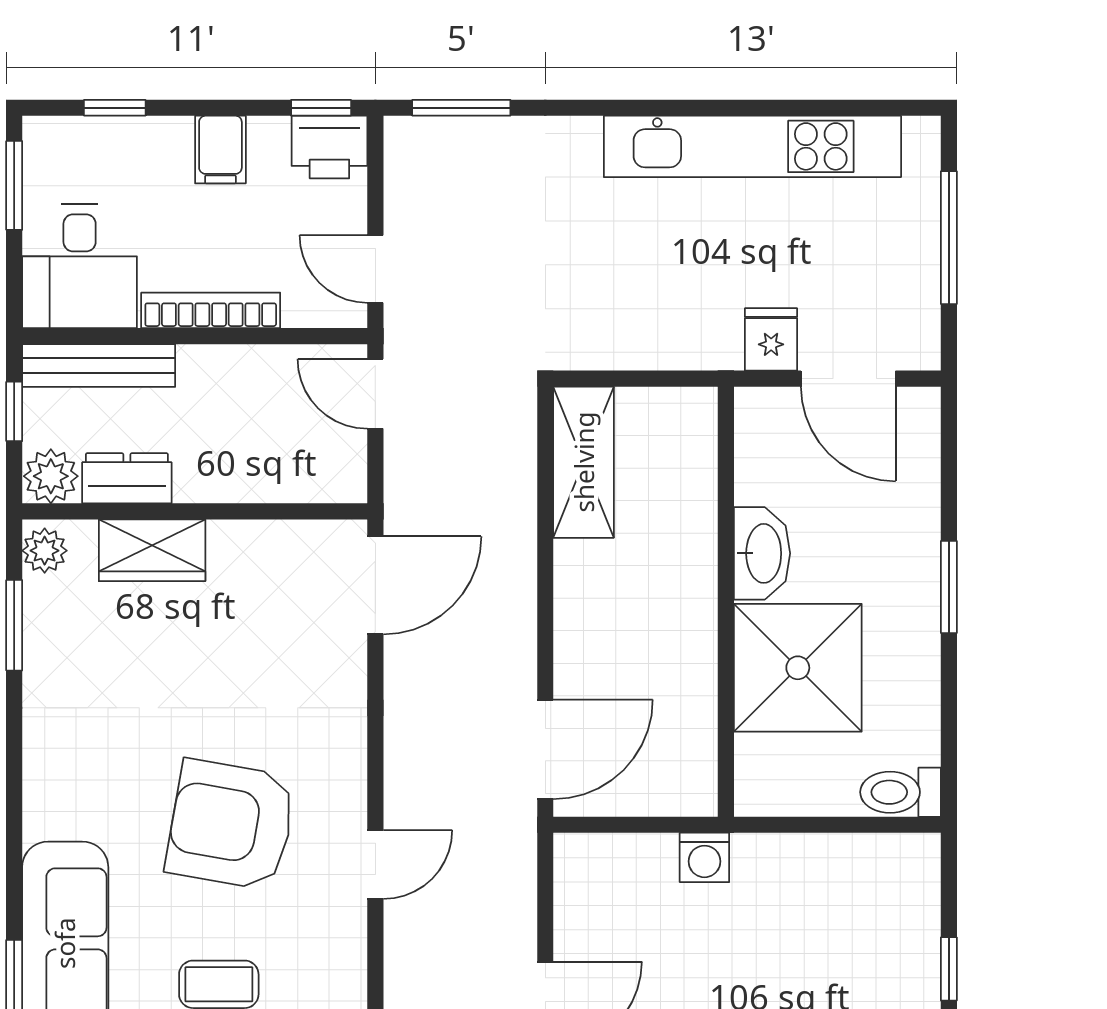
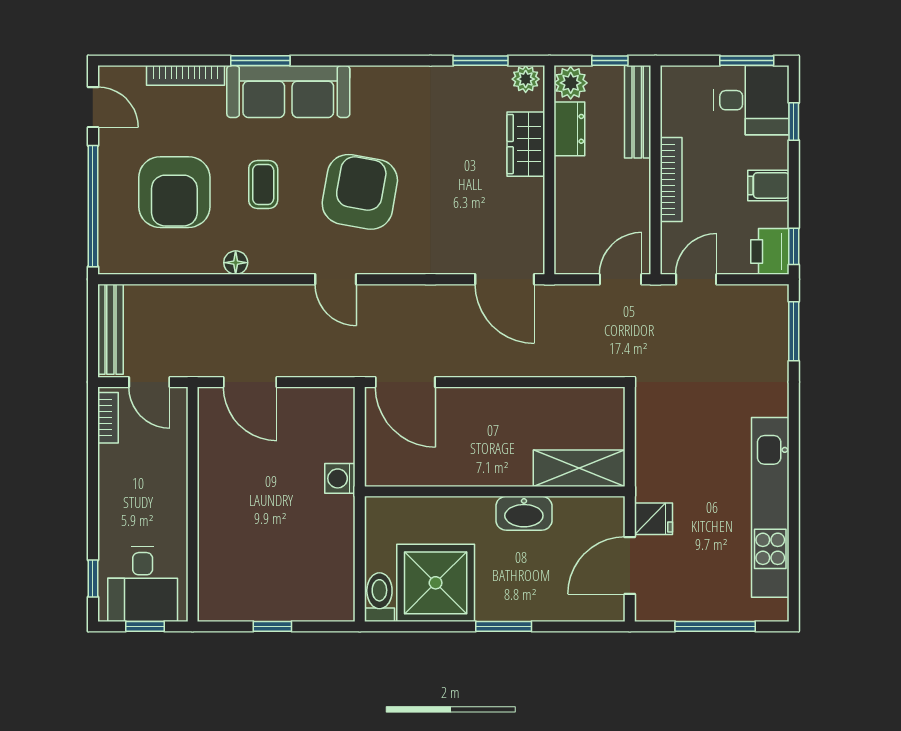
desk: (80, 266) -> (751, 100), moved, turned 180
shelving: (584, 462) -> (579, 468), moved
shower: (798, 668) -> (436, 583), moved

